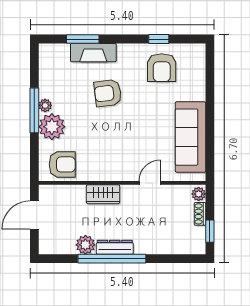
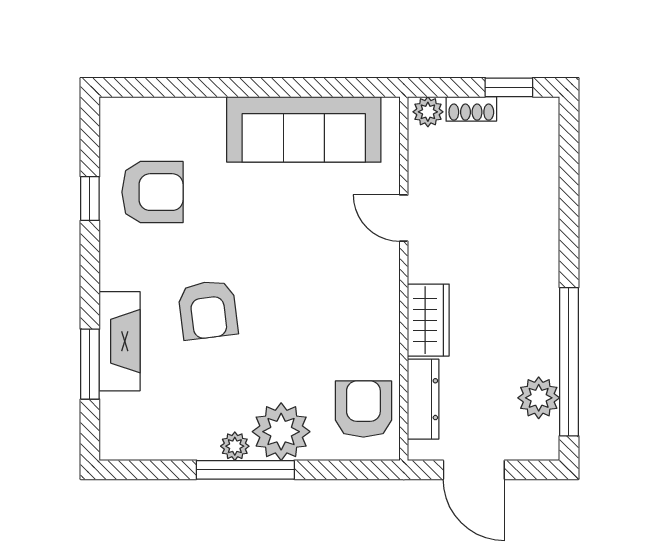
plant: (85, 245) -> (539, 398), moved
dresser: (115, 247) -> (423, 399), moved, turned 180
window: (112, 259) -> (569, 362), moved

